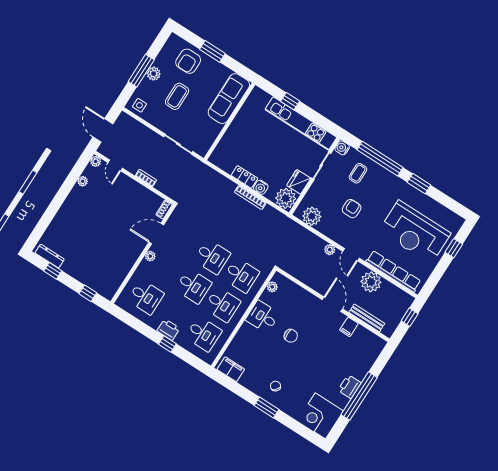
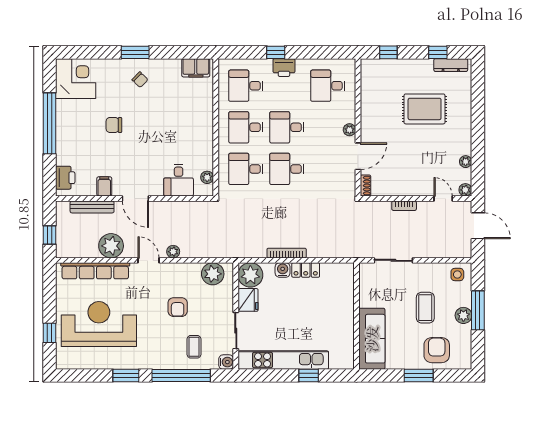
rug: (88, 237) -> (425, 109), added
desk: (263, 317) -> (179, 180), moved, turned 90
chair: (291, 336) -> (114, 125), moved
printer: (350, 387) -> (65, 178), moved

